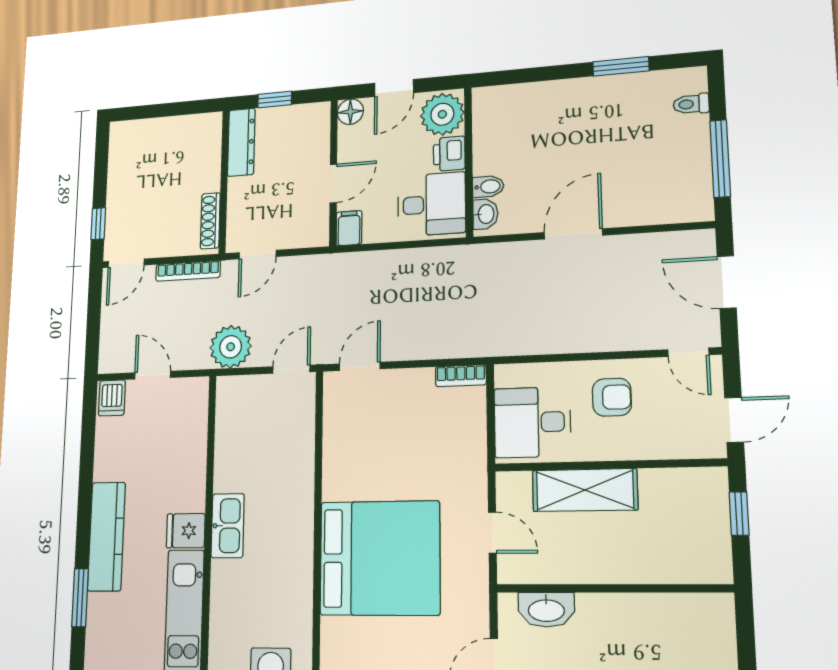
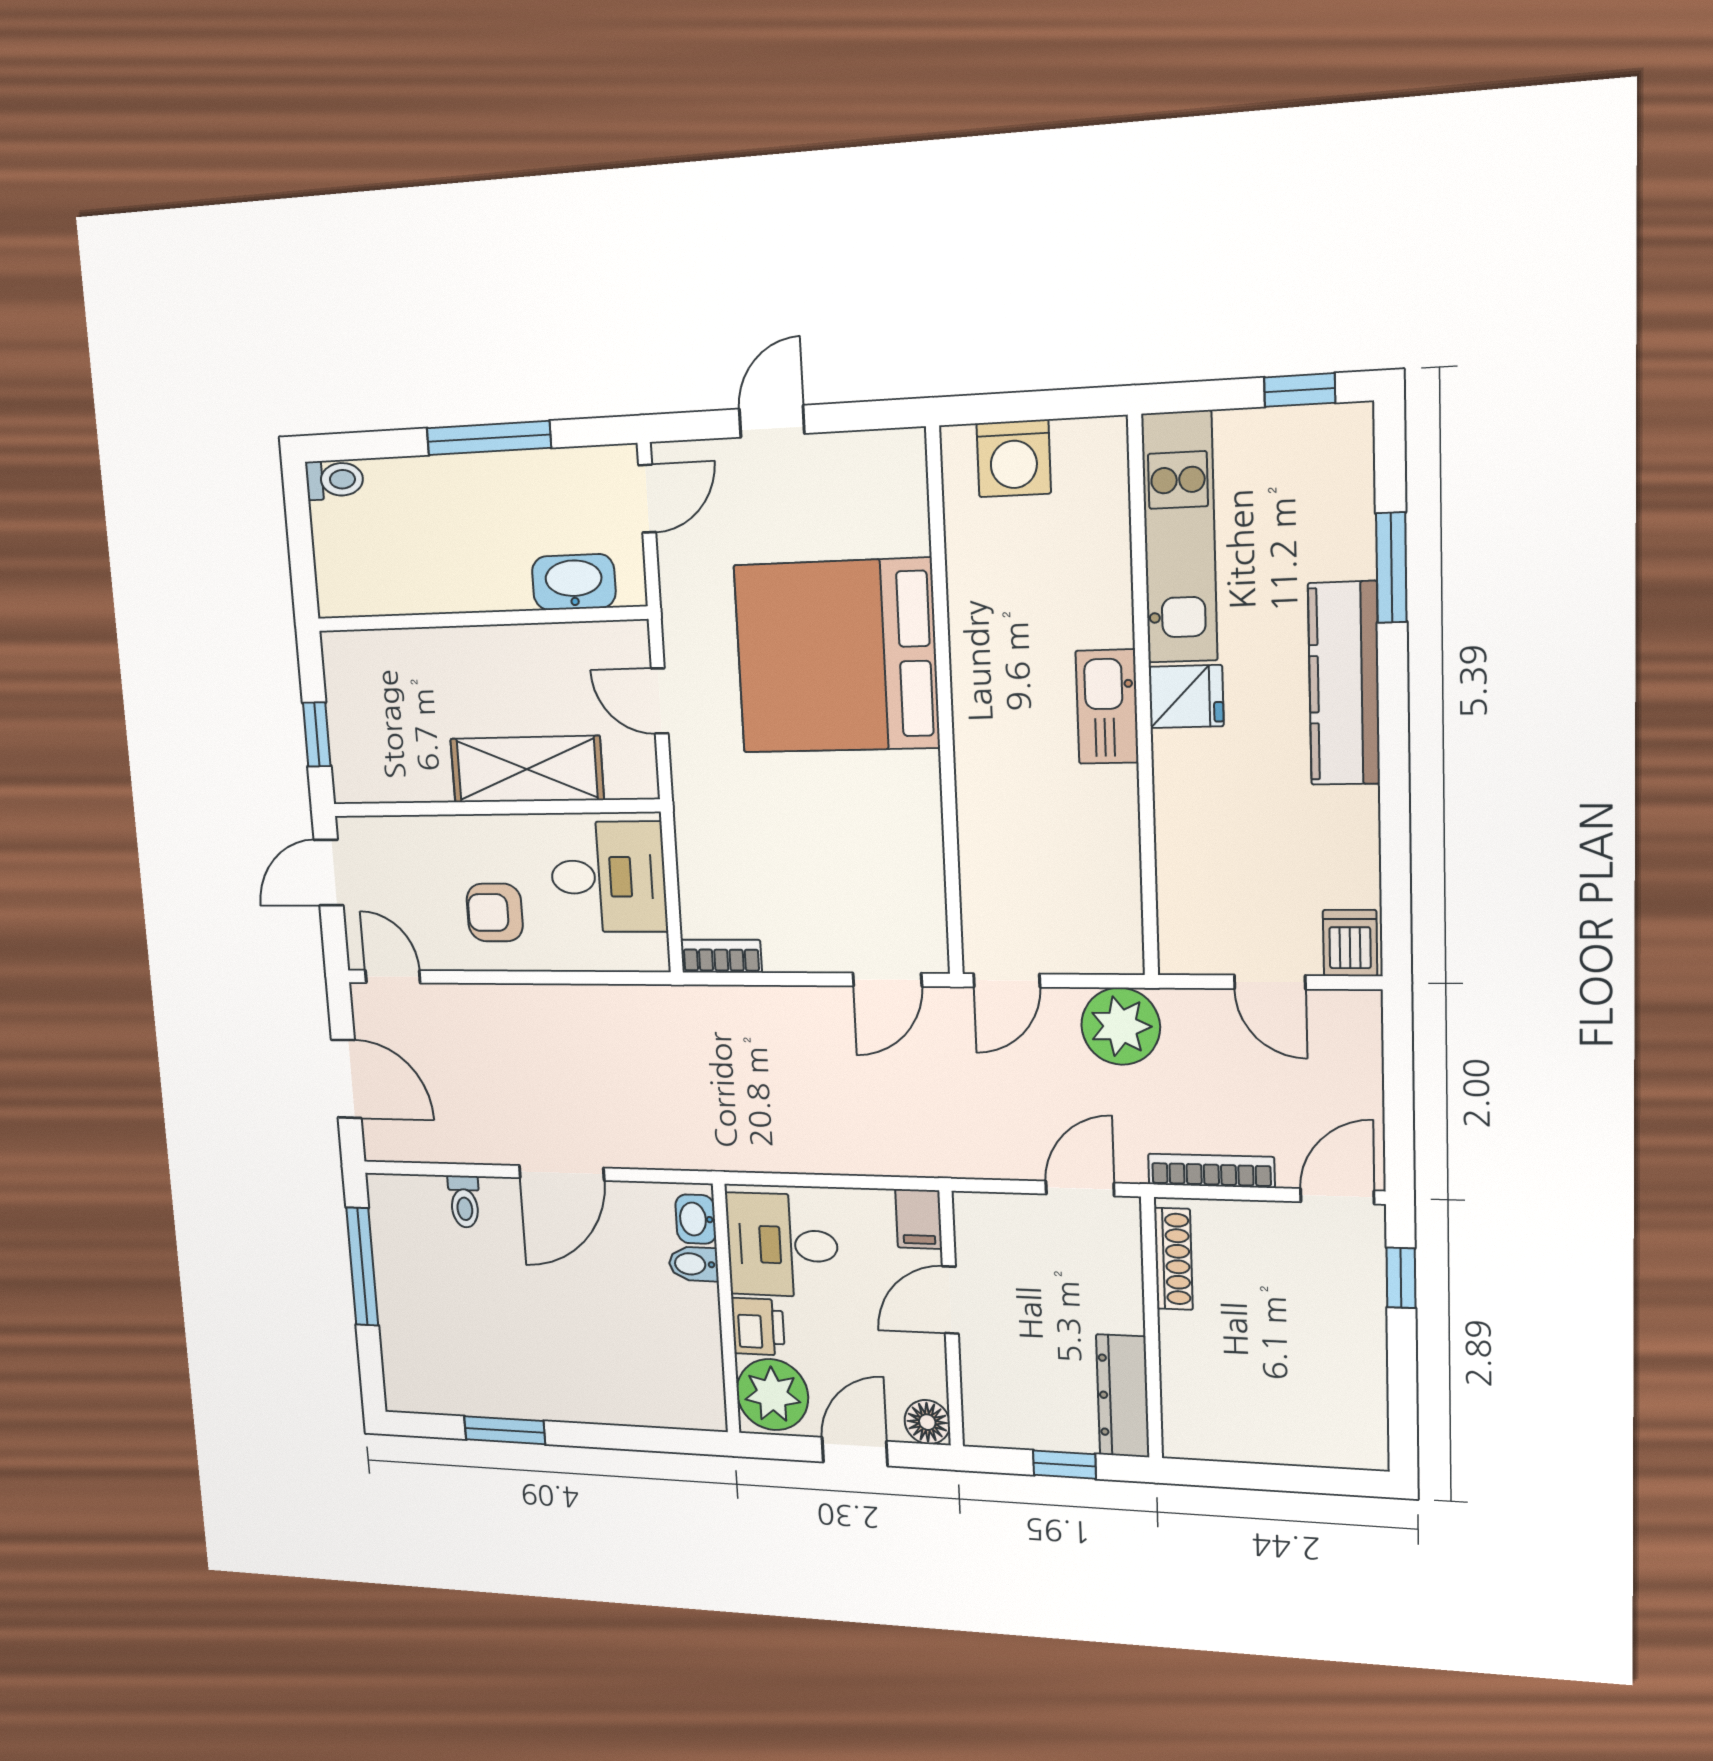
toilet: (691, 104) -> (464, 1202), moved, turned 90

